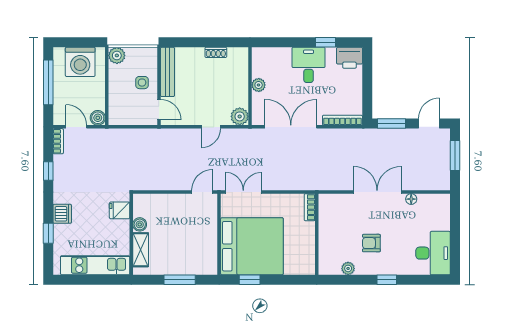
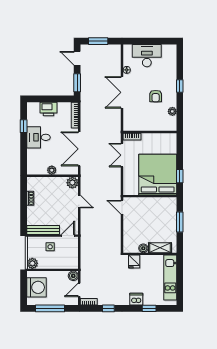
printer: (349, 58) -> (48, 109), moved, turned 90
double door: (243, 192) -> (122, 155), moved
desk: (433, 253) -> (147, 56), moved

